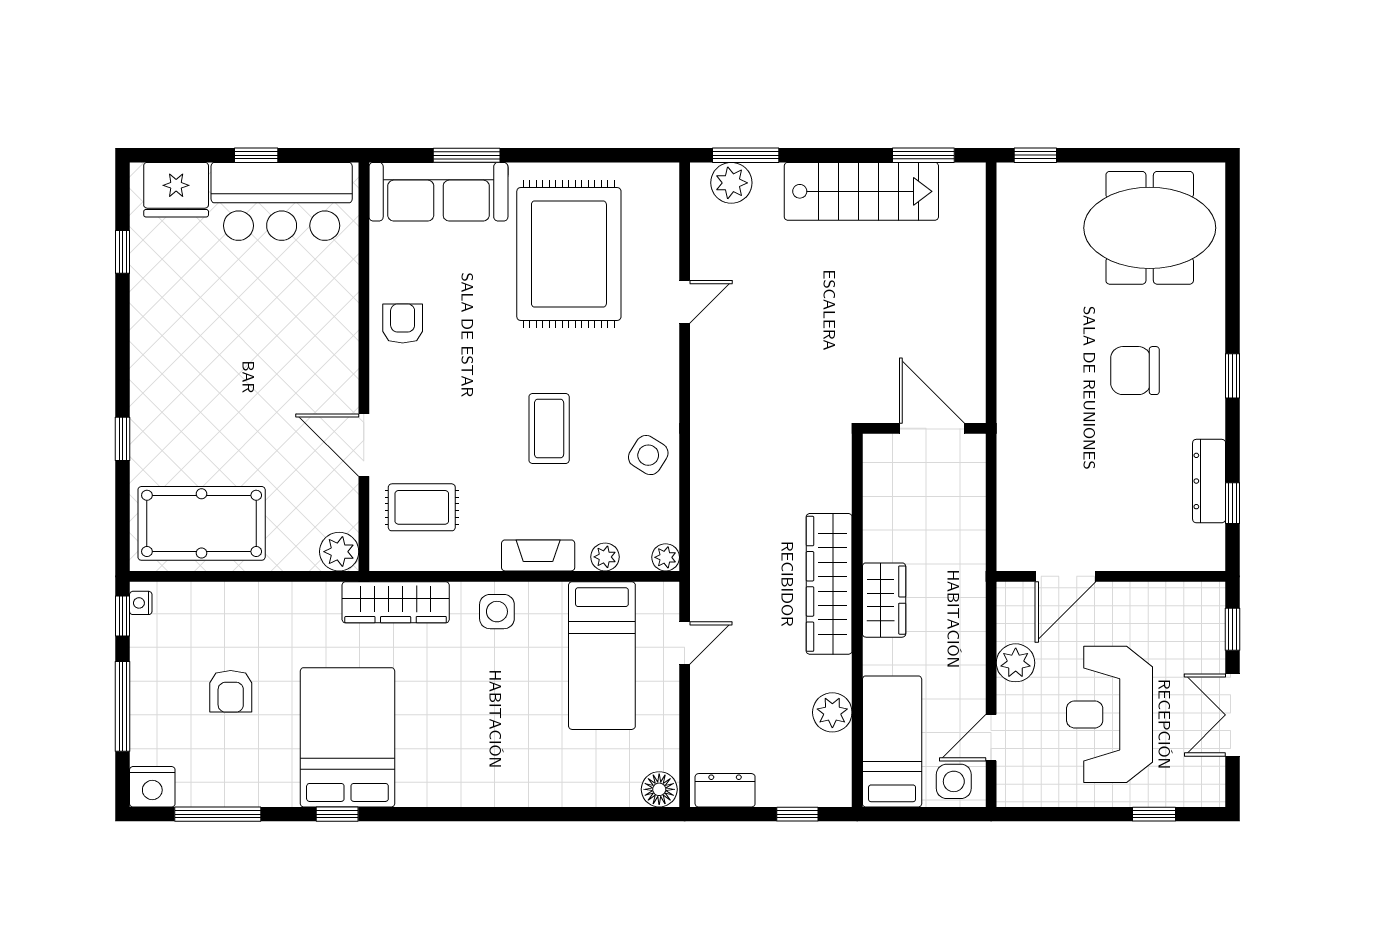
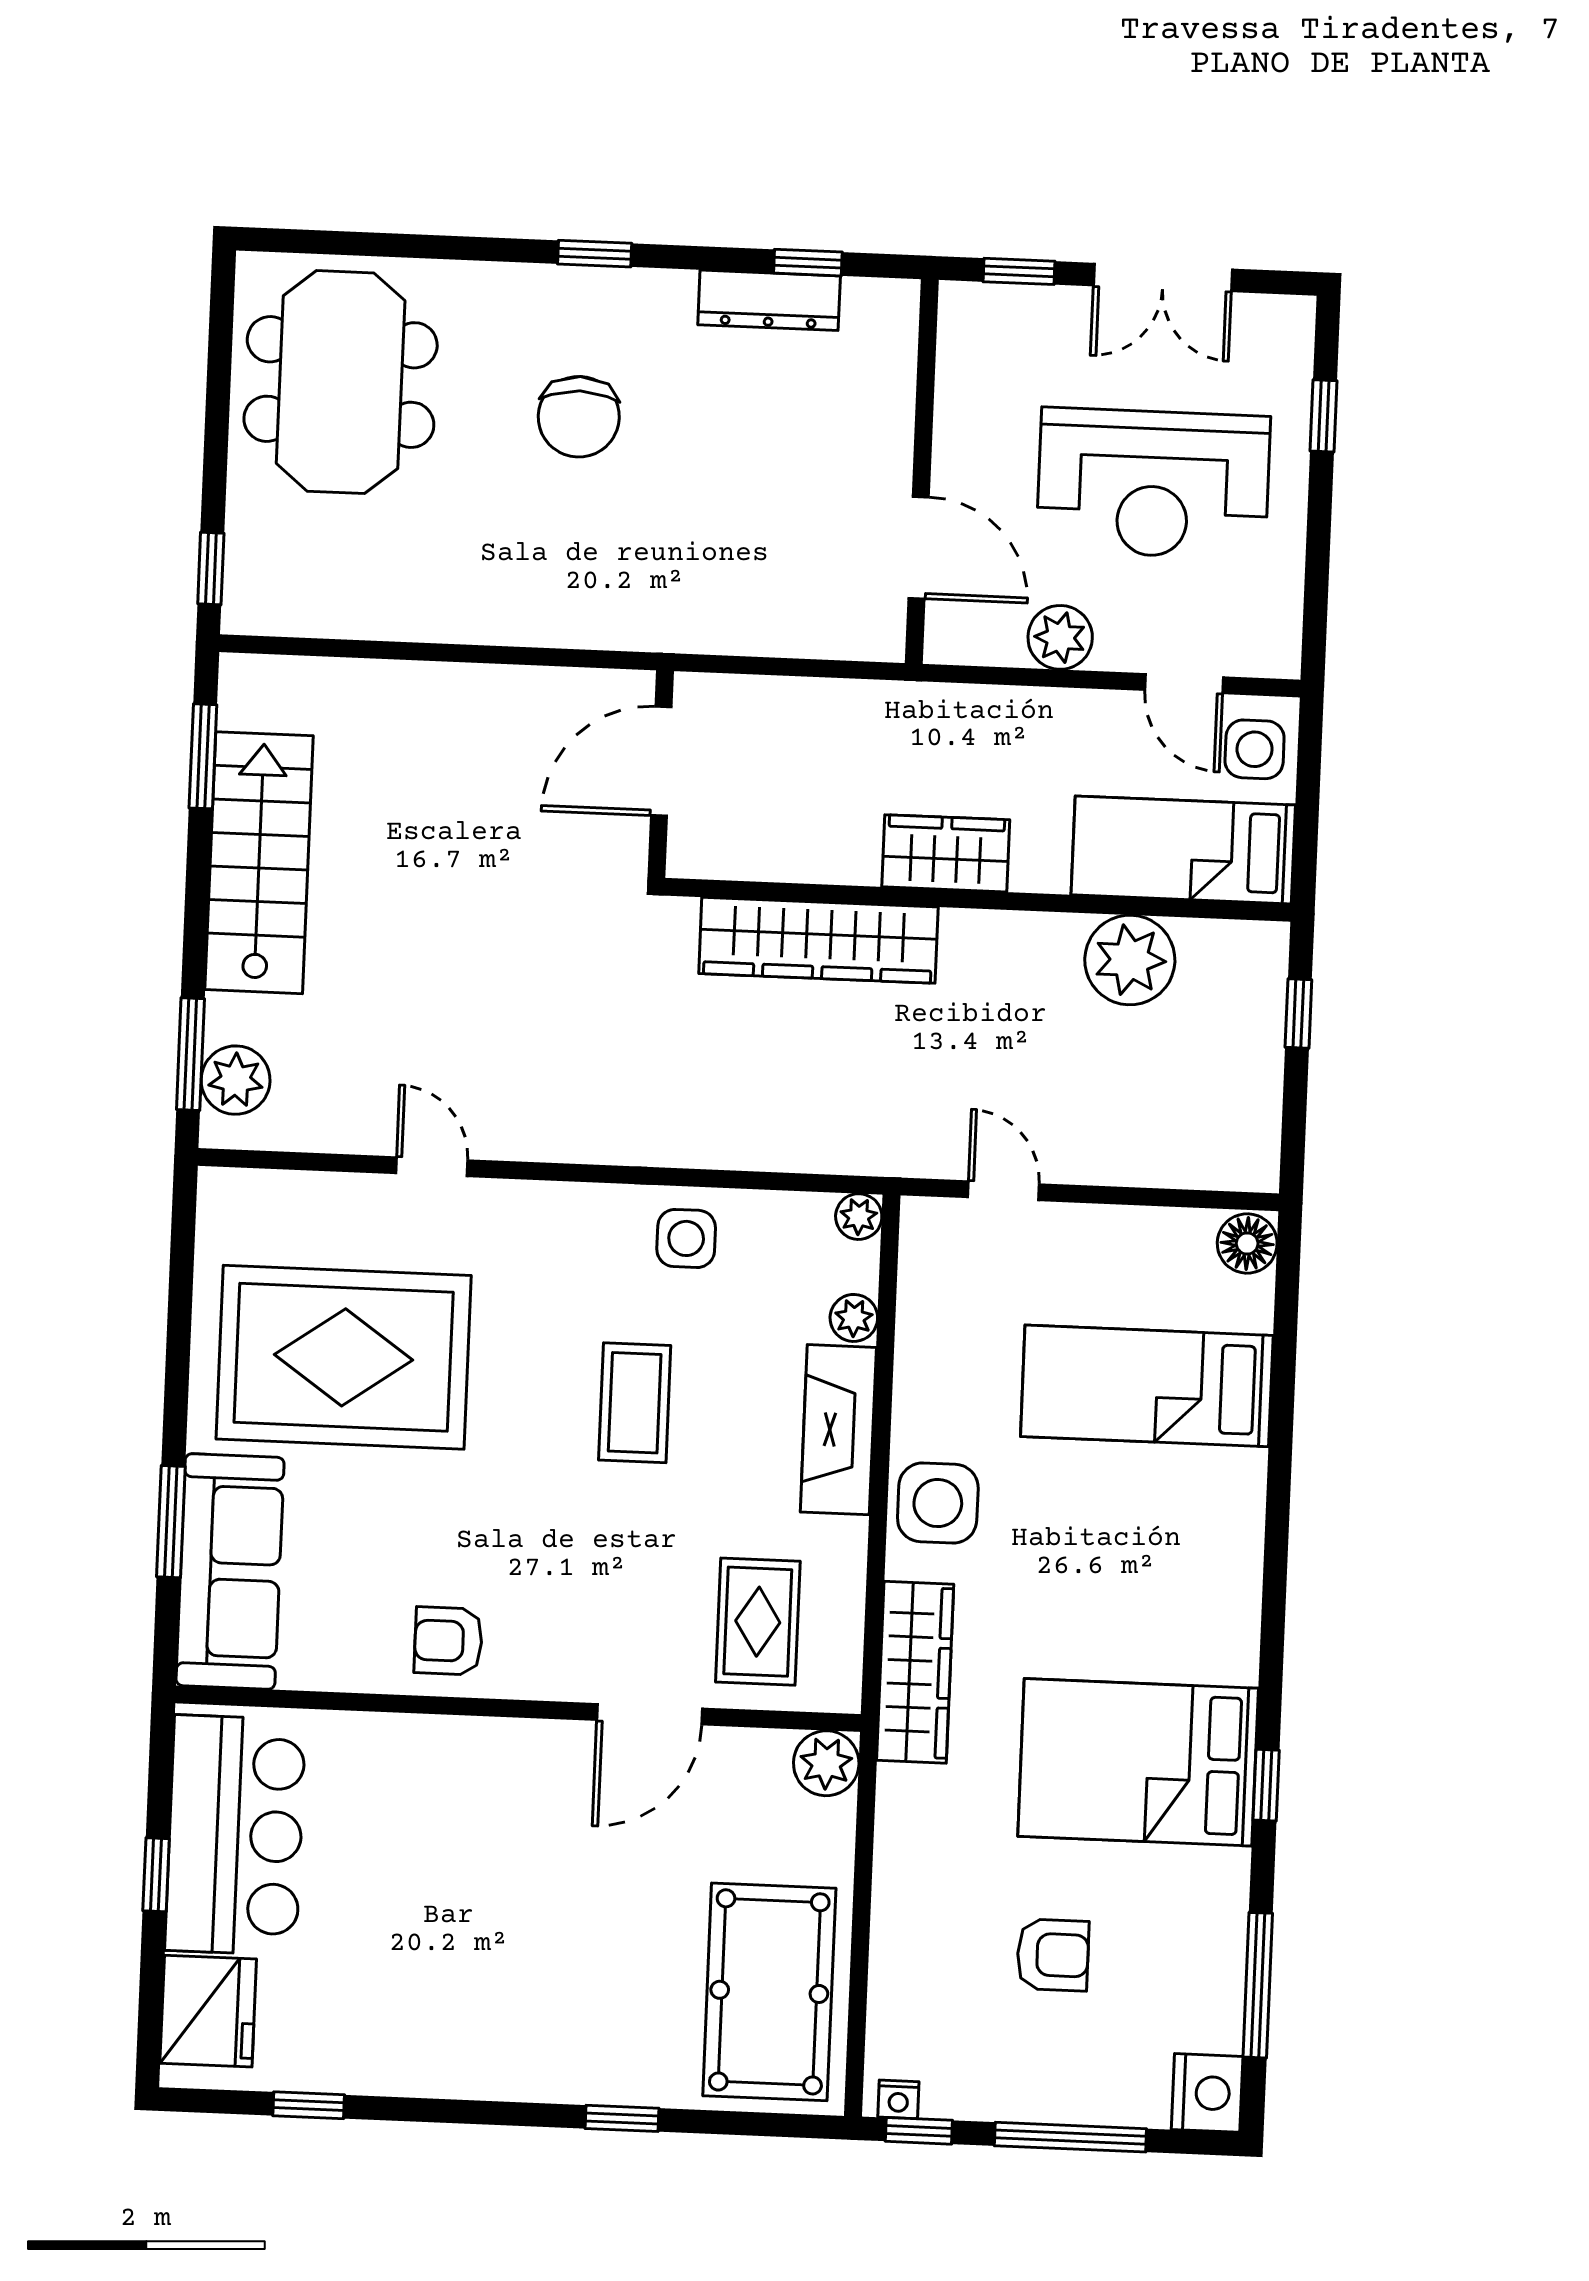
coffee table: (549, 429) -> (635, 1403), turned 90
side table: (648, 455) -> (686, 1238), turned -32
fireplace: (538, 555) -> (838, 1430), width x1.37, depth x1.32
wardrobe: (829, 584) -> (818, 940), moved
side table: (497, 612) -> (938, 1503), width x1.37, depth x1.37
bed: (602, 656) -> (1147, 1386), moved, turned 180
plant: (832, 712) -> (1130, 960), width x1.36, depth x1.36
dresser: (725, 790) -> (1253, 1133), removed

